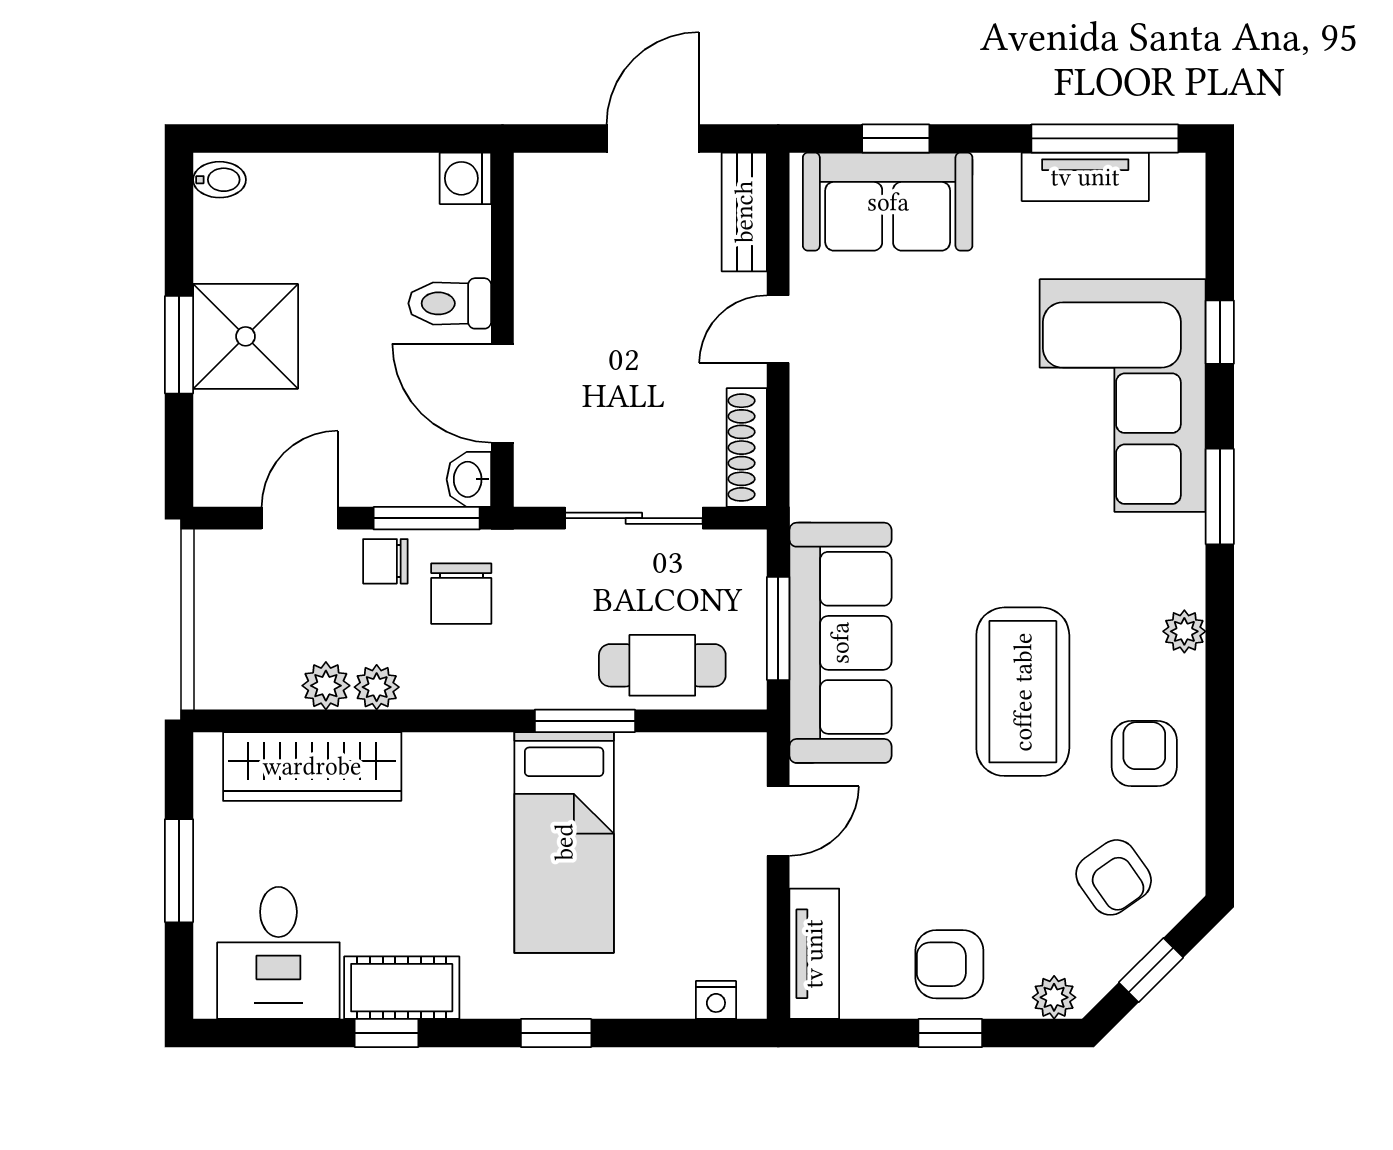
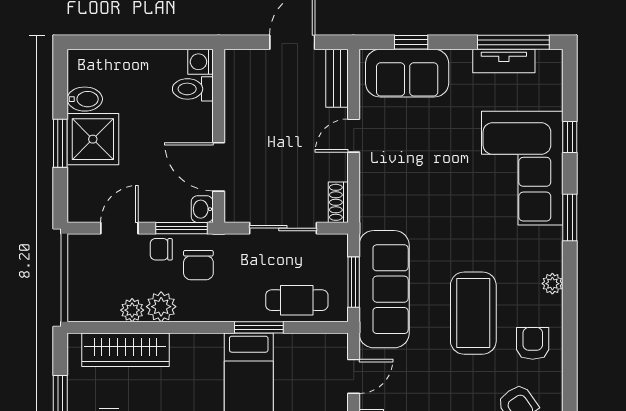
bidet: (220, 180) -> (85, 99), moved, width x1.38, depth x1.36
toilet: (450, 303) -> (193, 89), moved
shoe rack: (747, 448) -> (338, 202), width x0.70
plant: (377, 687) -> (161, 307), width x1.38, depth x1.38

